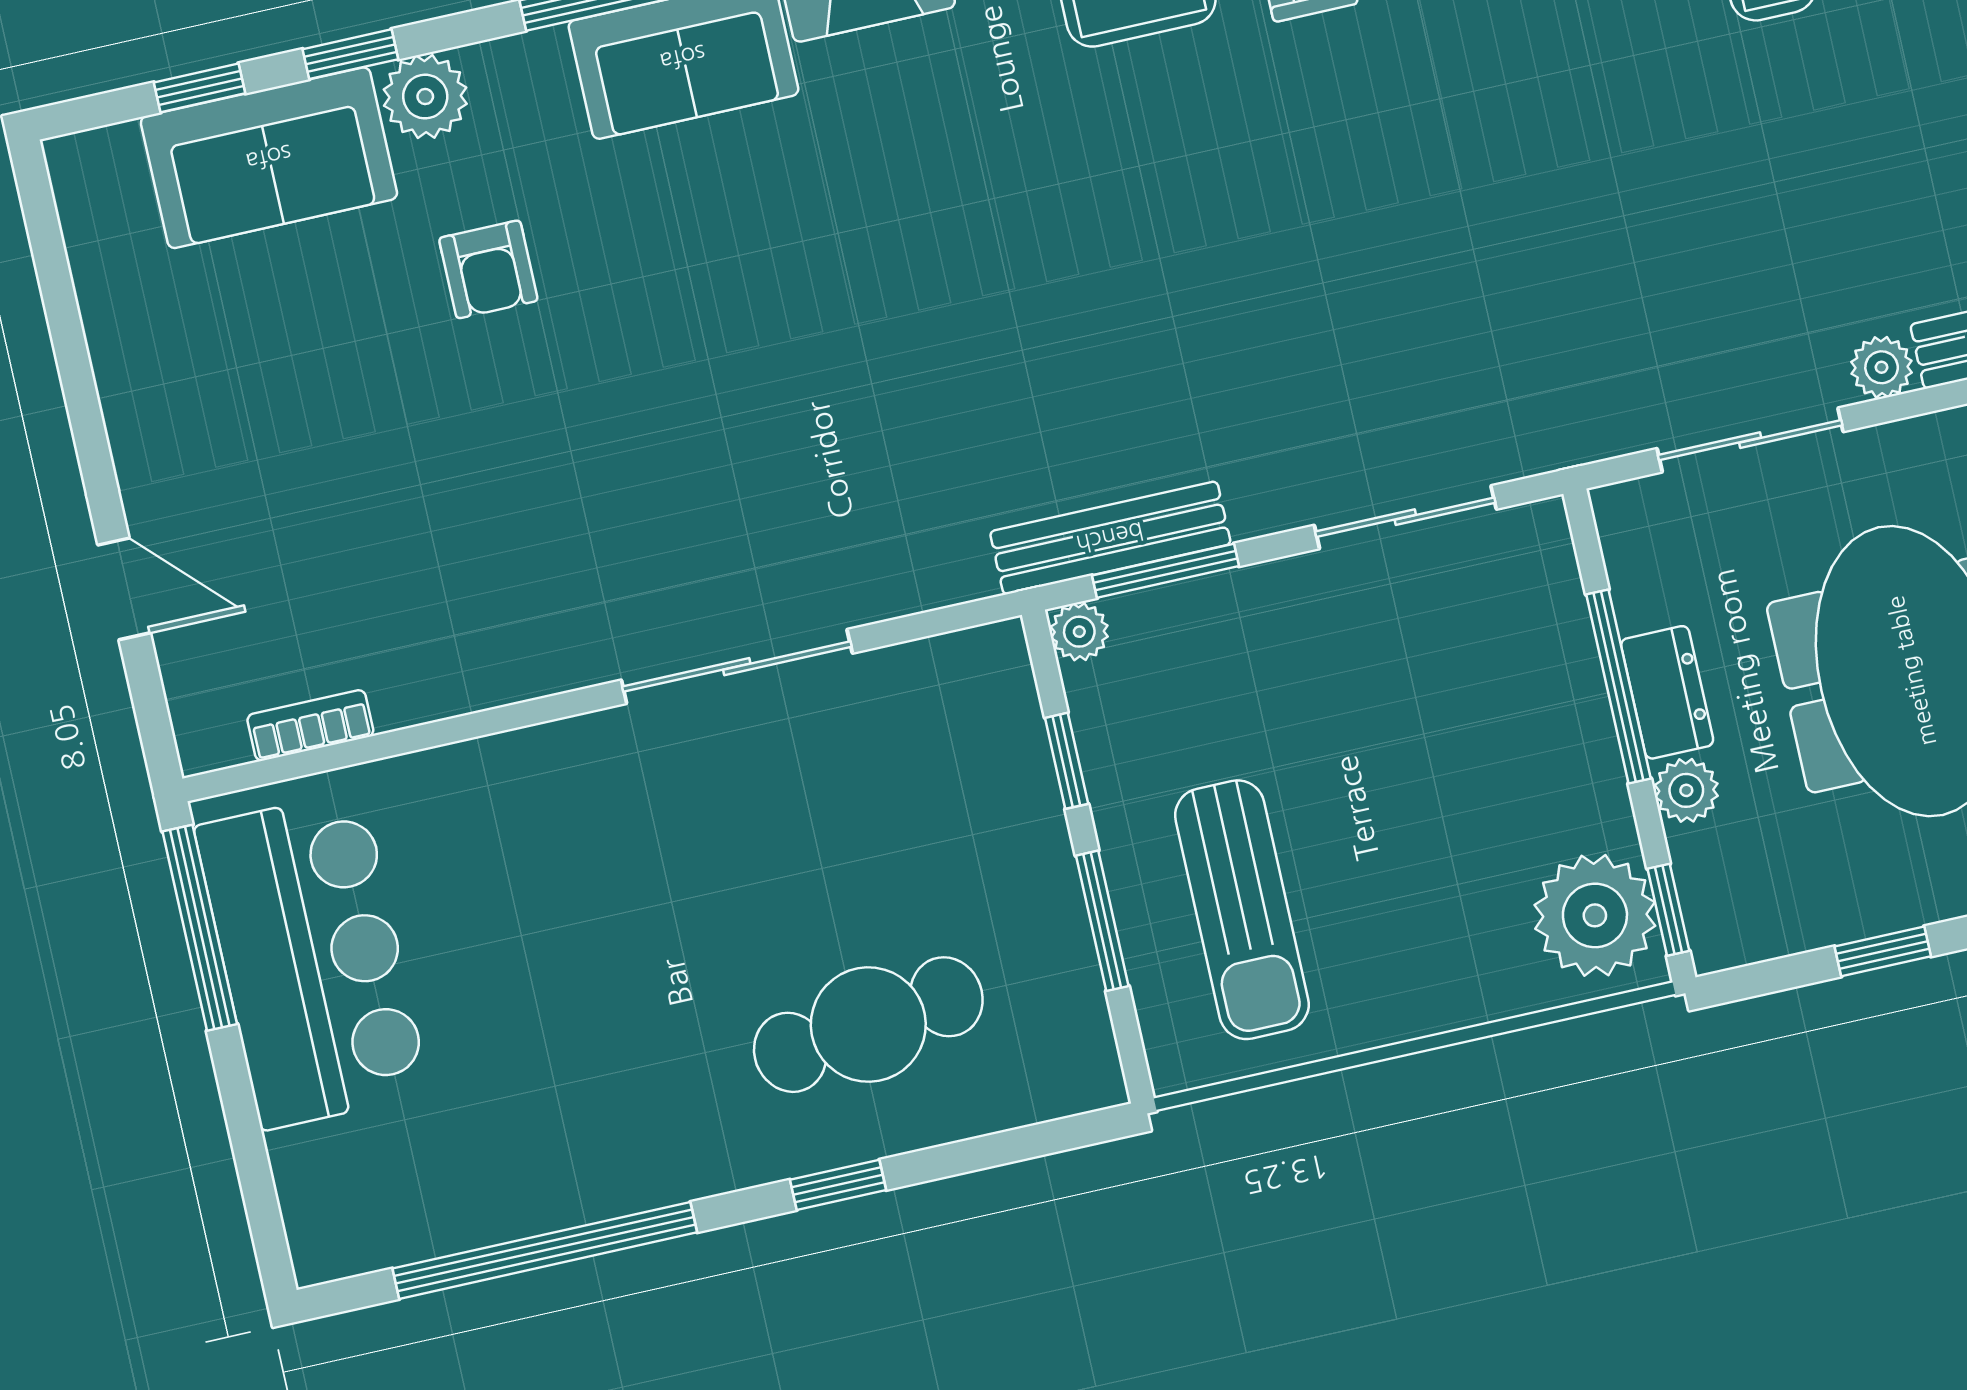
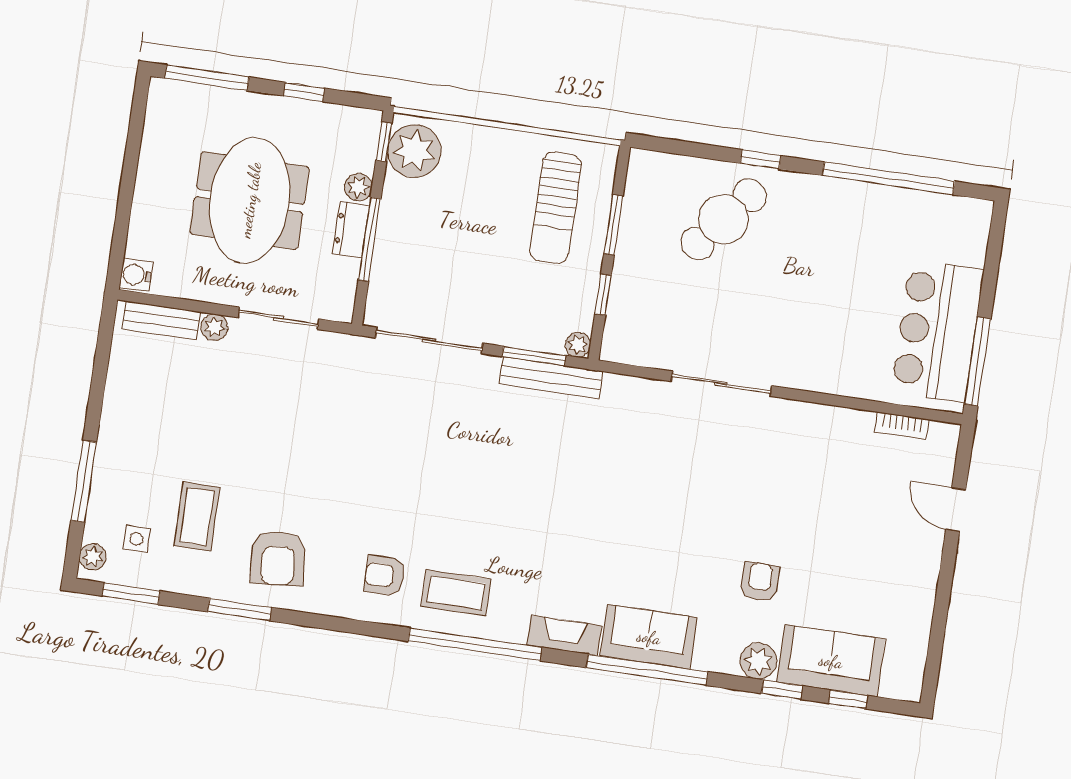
sliding door: (1405, 517) -> (429, 340), width x1.37
sun lounger: (1242, 910) -> (555, 208), turned 180
cafe table: (868, 1025) -> (724, 219), turned -44

